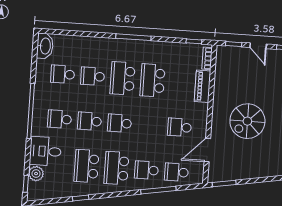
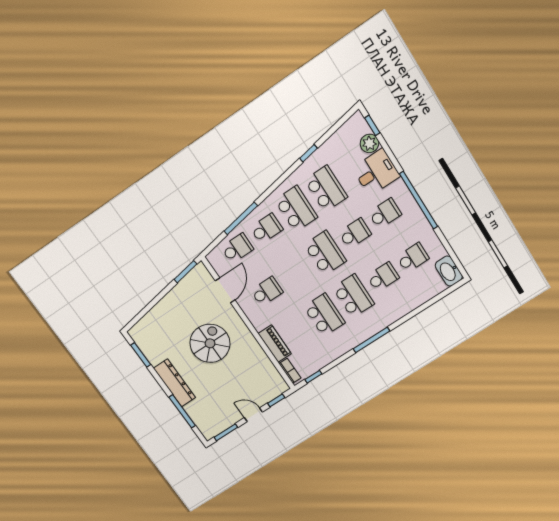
school desk: (120, 123) -> (325, 253), width x1.85

